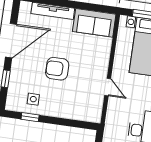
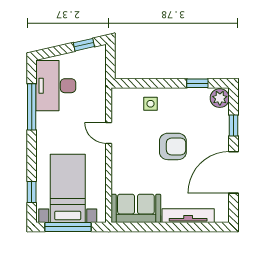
side table: (33, 99) -> (150, 104), moved
plant: (14, 102) -> (220, 98), added

